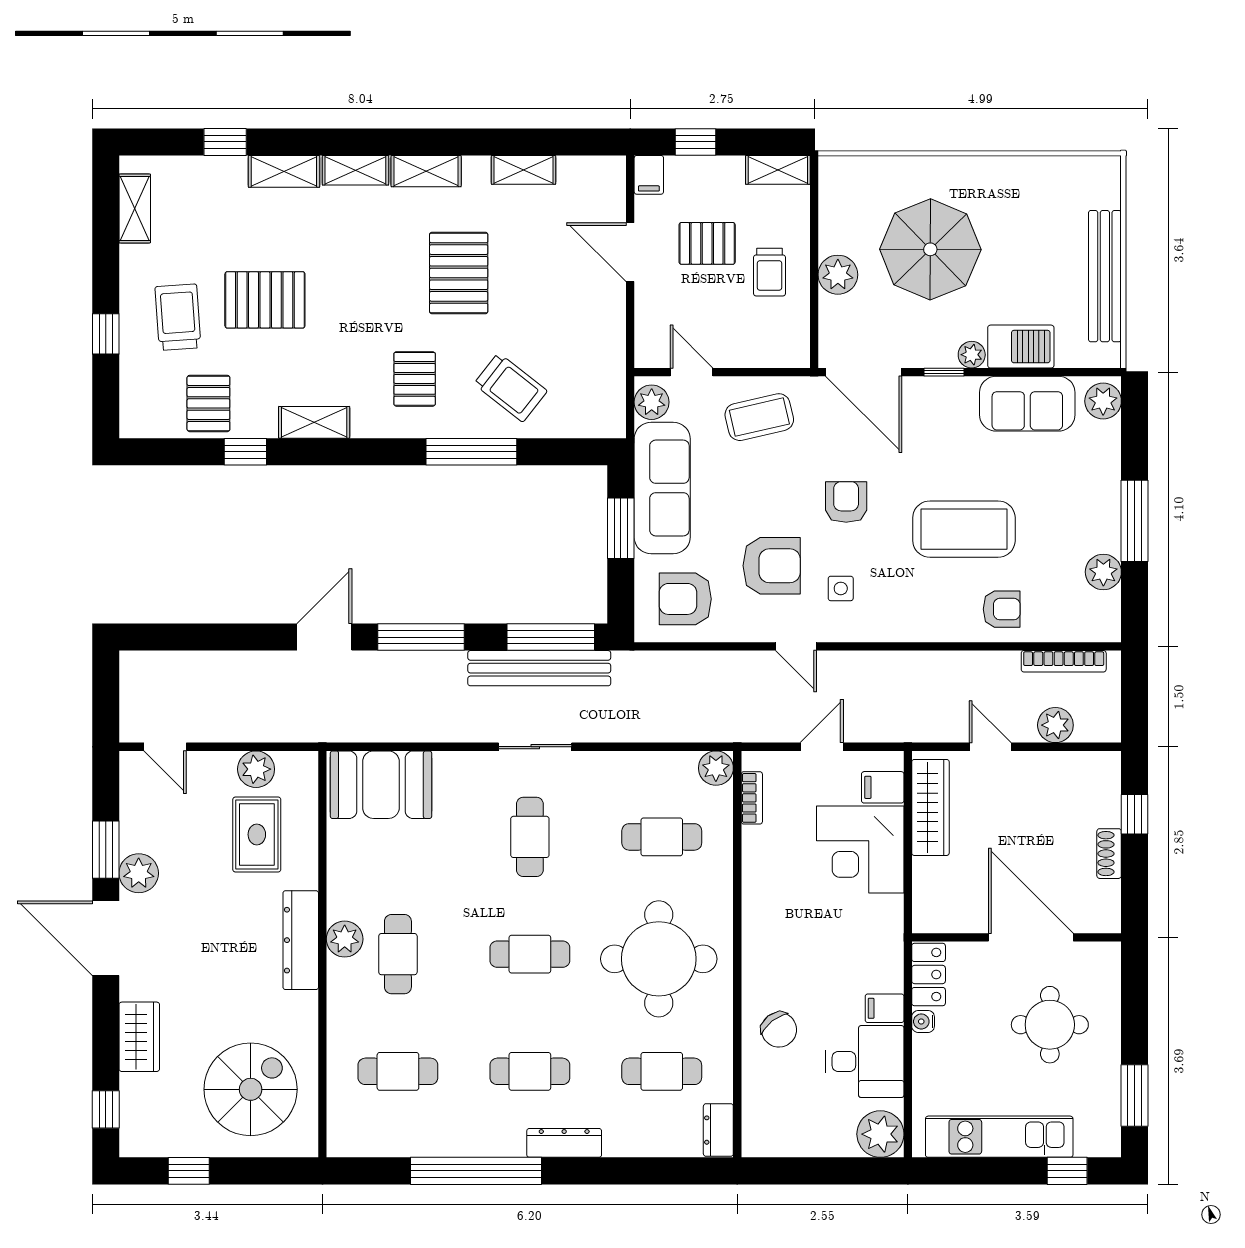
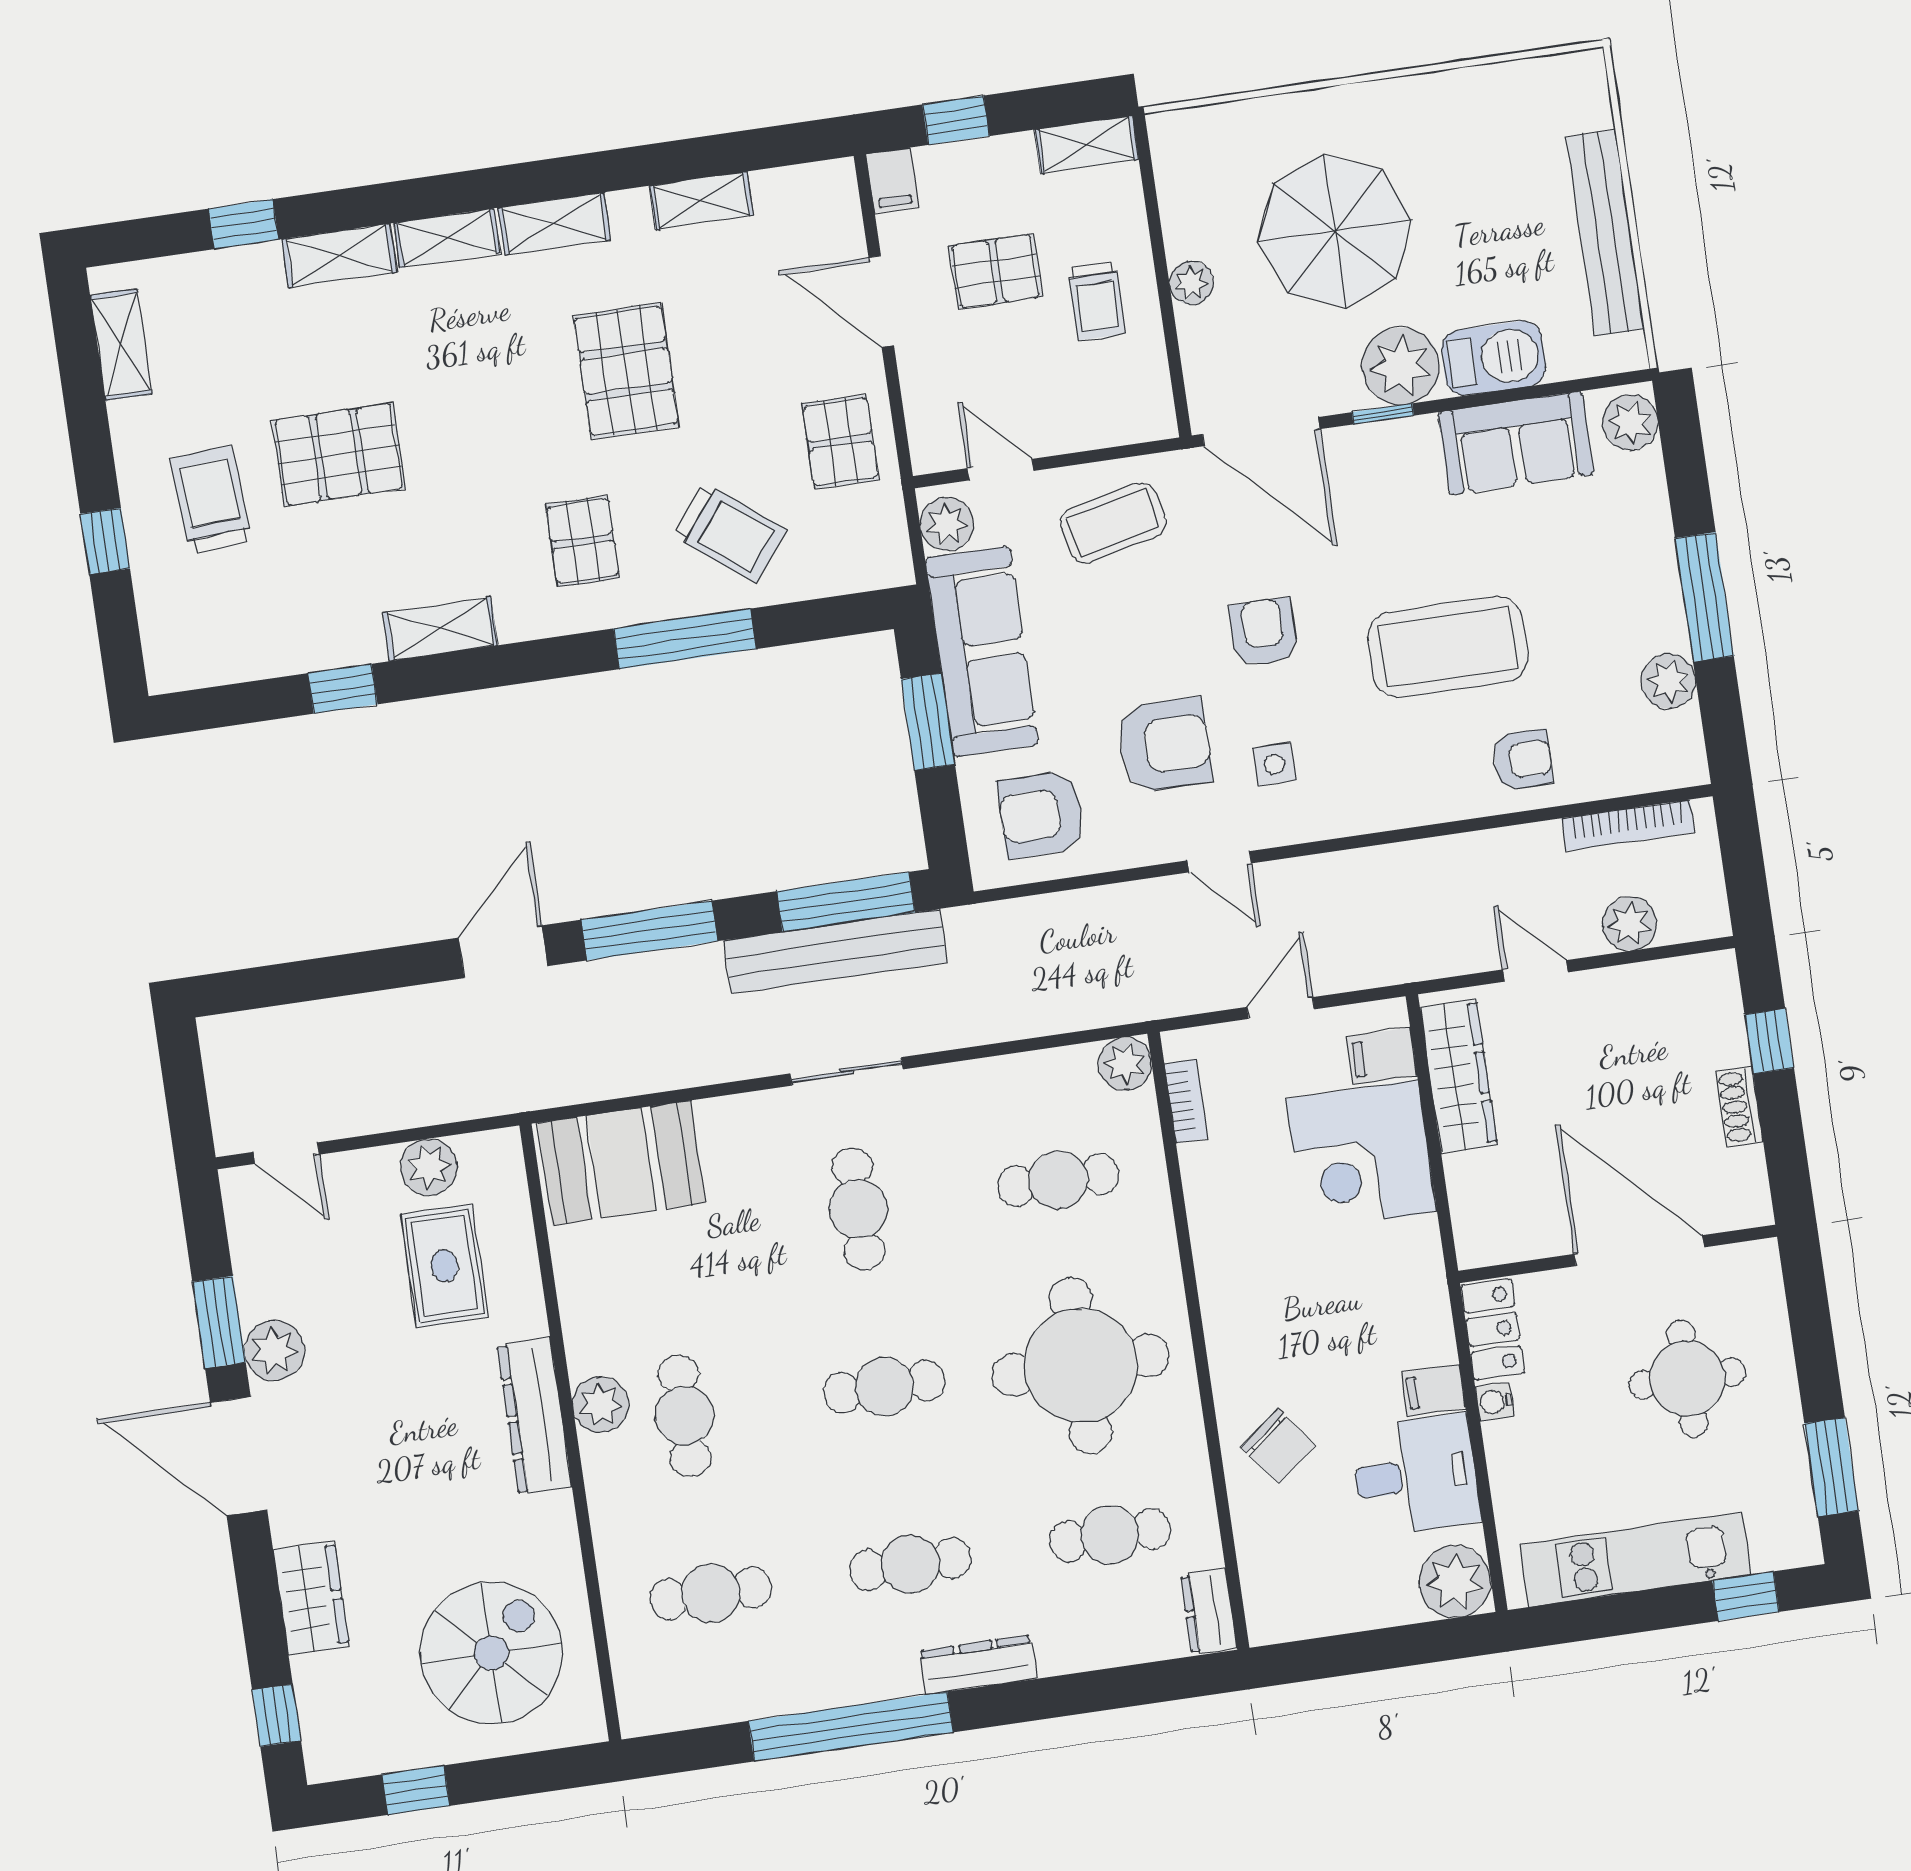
plant: (838, 275) -> (1191, 283), width x0.73, depth x0.73
plant: (972, 355) -> (1401, 366), width x1.87, depth x1.87
pallet: (208, 403) -> (840, 442), moved

